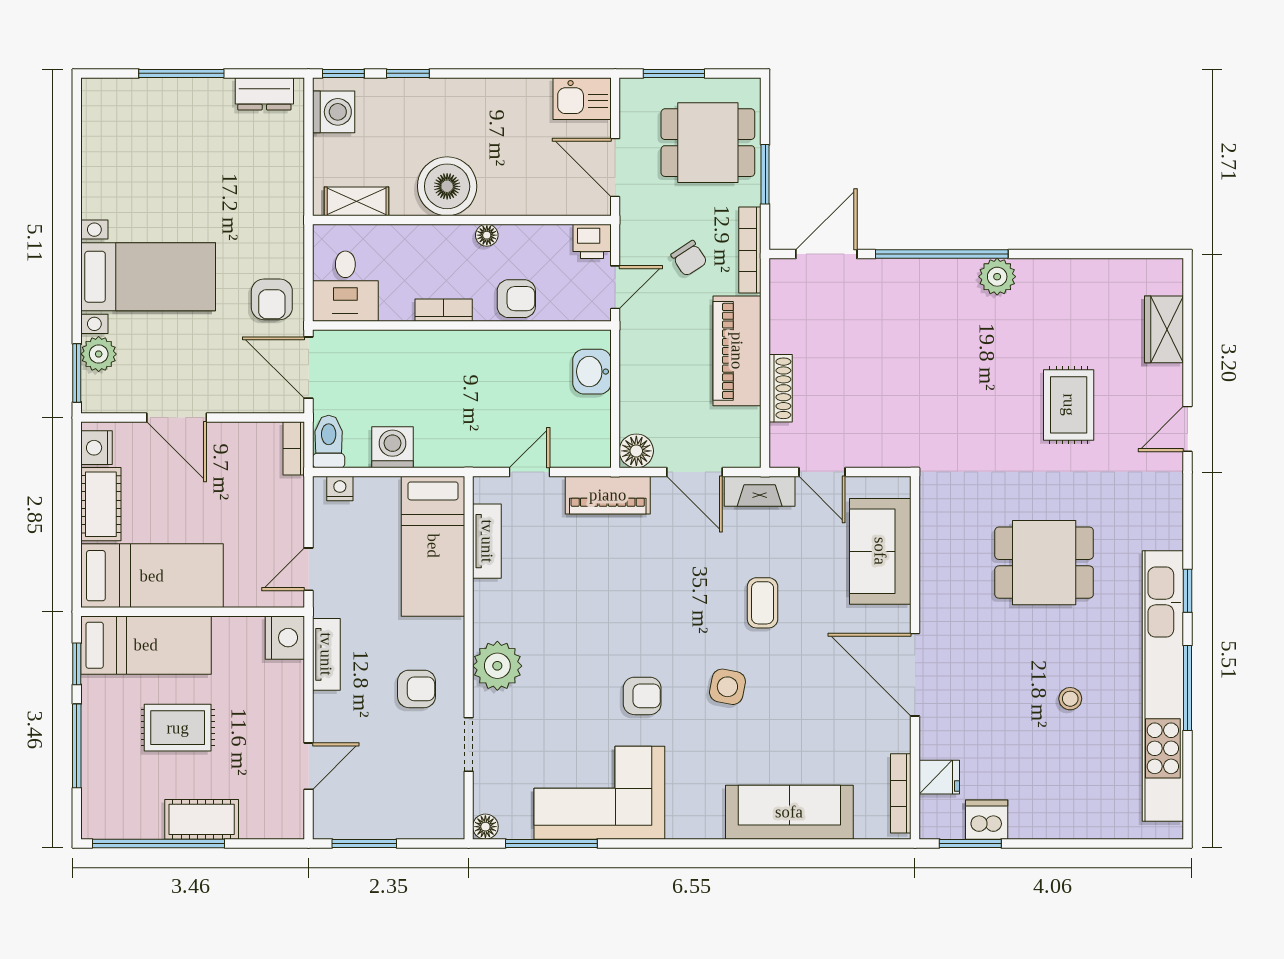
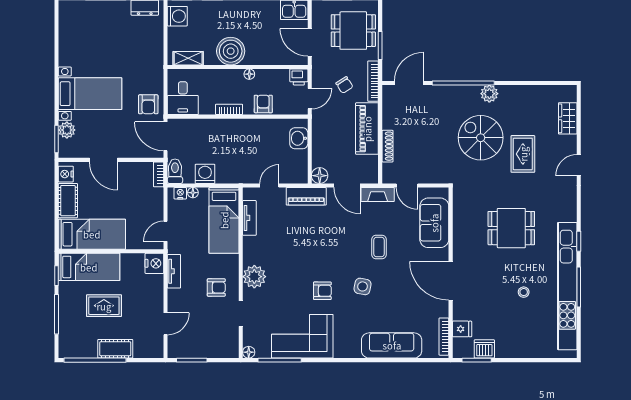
armchair: (516, 299) -> (263, 104), turned -90
spiral stairs: (979, 370) -> (481, 138), added
floor lamp: (367, 487) -> (193, 193), added

